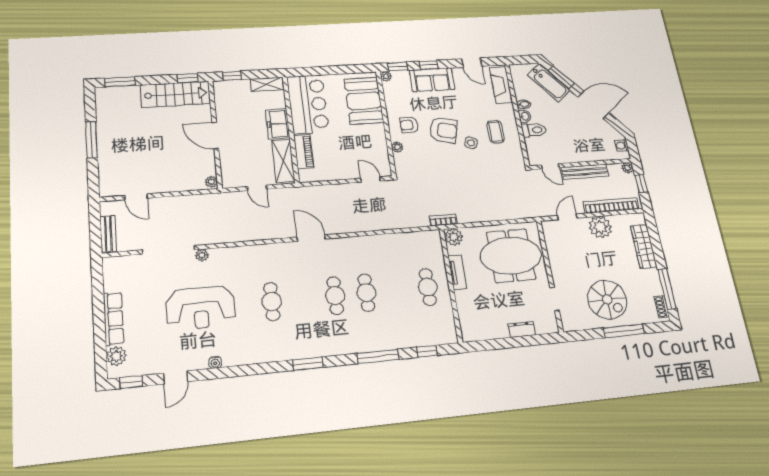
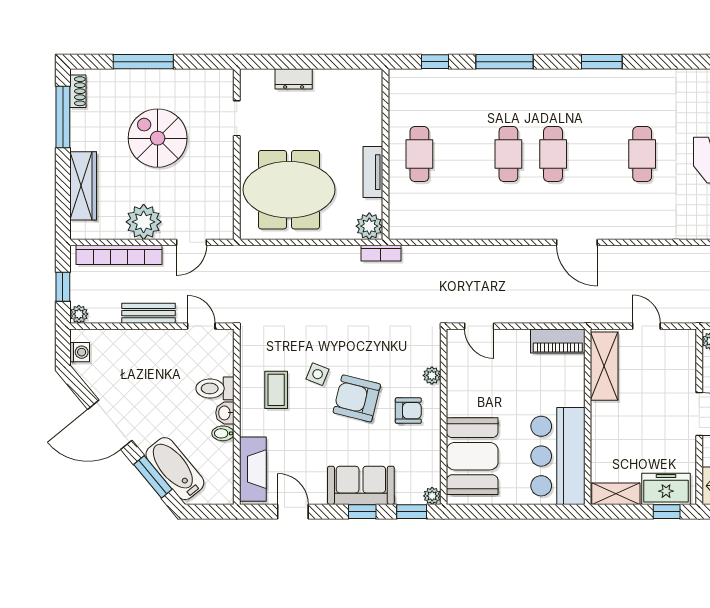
freezer: (278, 124) -> (666, 489), moved, turned -90
piano: (304, 152) -> (558, 341), moved, turned -90
bench: (585, 172) -> (148, 313), width x0.73
spiral stairs: (607, 300) -> (158, 138), moved

